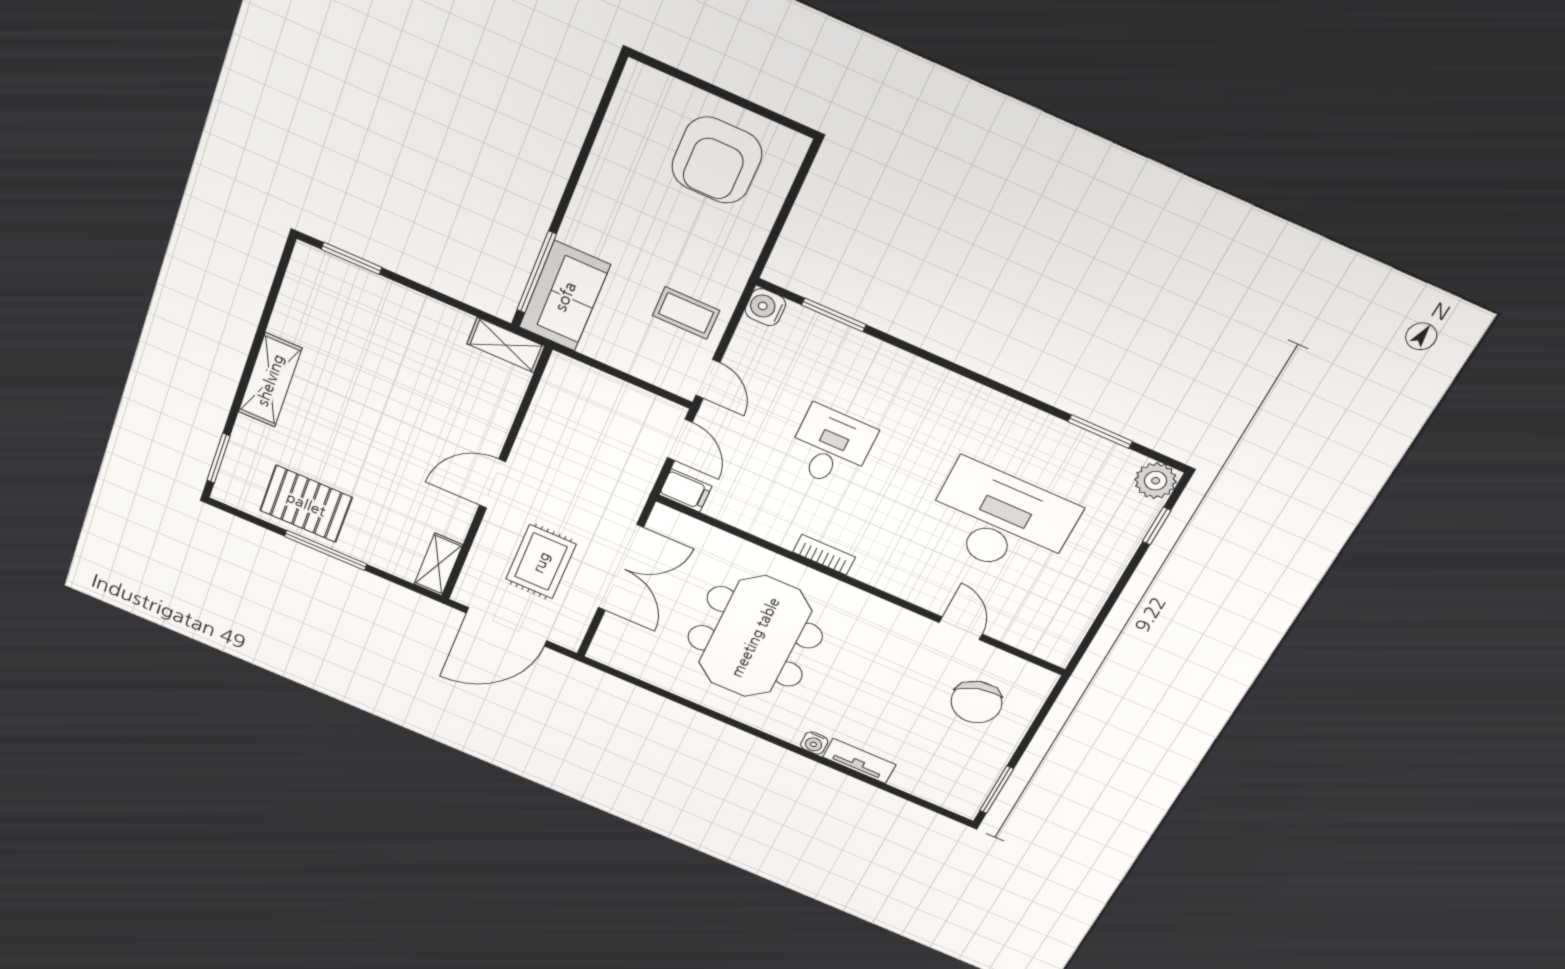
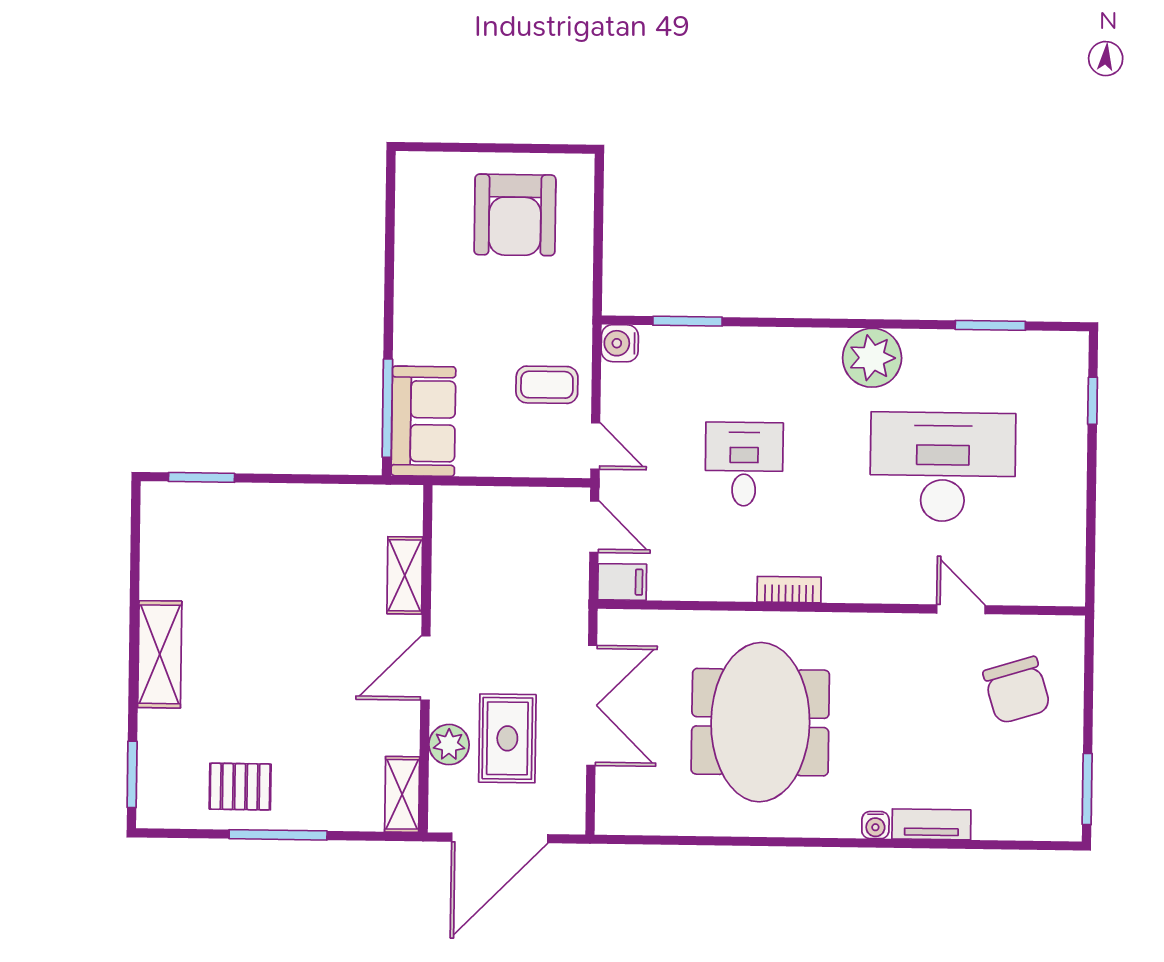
shelving: (506, 345) -> (405, 575), moved, turned 90
plant: (1156, 481) -> (872, 358), moved, width x1.36, depth x1.36
pallet: (306, 504) -> (240, 787), width x0.67, depth x0.71
plant: (491, 546) -> (449, 745), added

